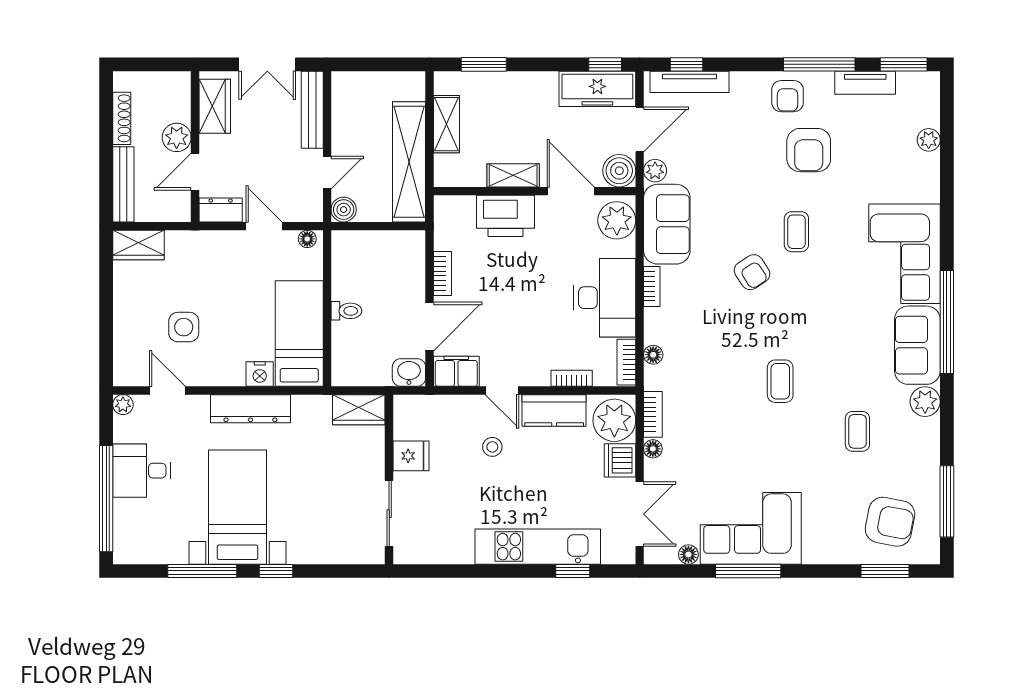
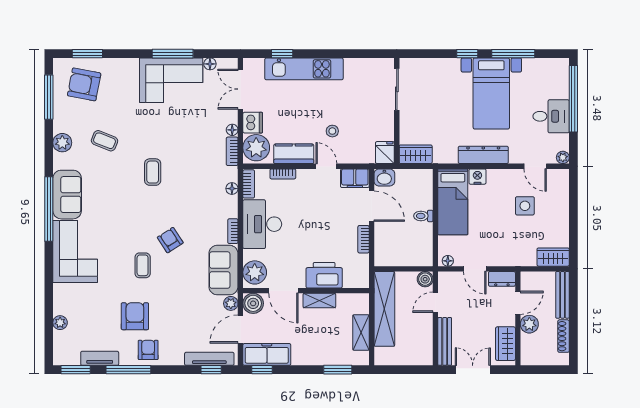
door: (429, 327) -> (372, 206), swing flipped
plant: (925, 402) -> (62, 143), moved
coffee table: (857, 431) -> (105, 141), turned -68
fridge: (411, 456) -> (385, 153), moved, turned 90

